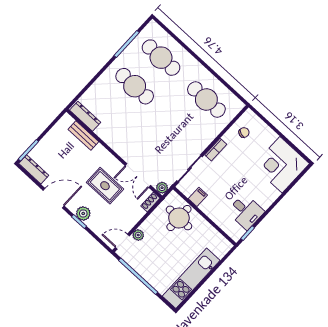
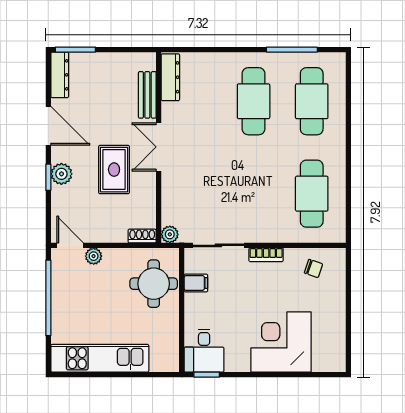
corner desk: (281, 165) -> (281, 342), moved
double door: (138, 175) -> (159, 147), moved
desk: (246, 212) -> (204, 351), moved

